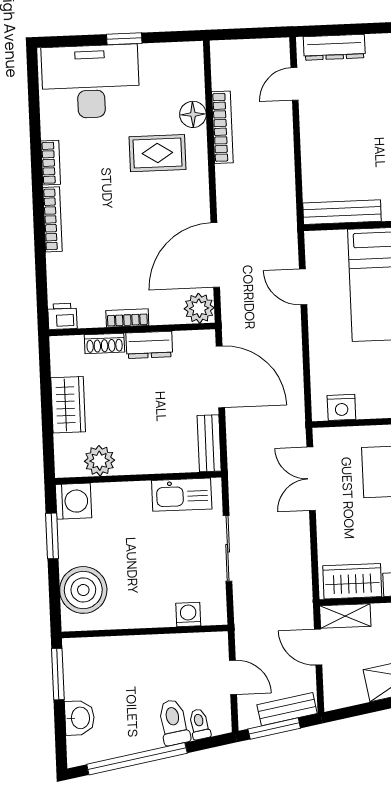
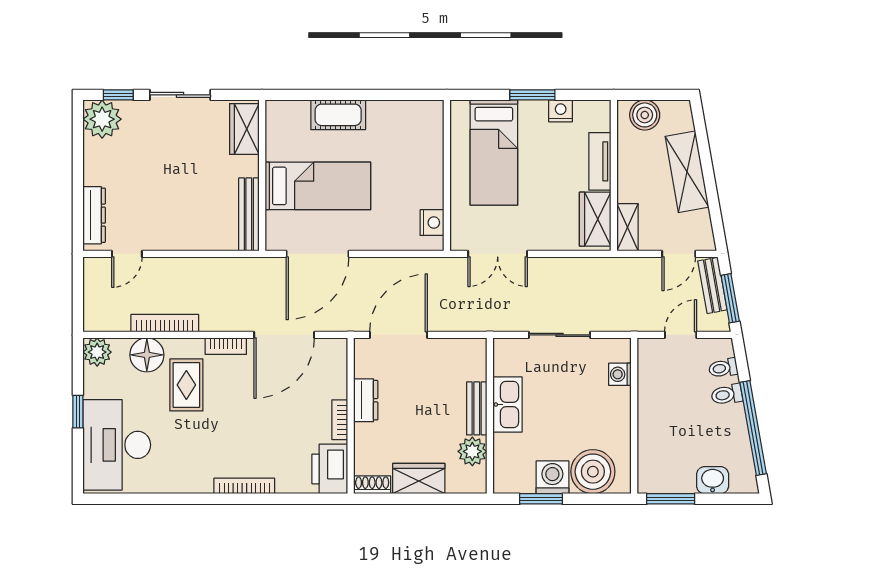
door: (295, 84) -> (127, 254), hinge flipped
floor lamp: (193, 114) -> (147, 355), width x1.38, depth x1.38
bookcase: (51, 163) -> (226, 346), moved, turned 180
door: (215, 255) -> (284, 335), hinge flipped
door: (303, 287) -> (317, 254), width x1.87
plant: (199, 308) -> (97, 352), moved
printer: (62, 316) -> (330, 469), width x1.87, depth x1.48
shoe rack: (104, 343) -> (372, 485), moved, turned -90
bench: (209, 443) -> (477, 408), moved, turned 90
kitchen sink: (182, 495) -> (507, 405), moved
washing machine: (74, 501) -> (552, 477), moved
door: (318, 647) -> (679, 254), moved
toilet: (174, 722) -> (727, 395), width x0.73, depth x0.72

